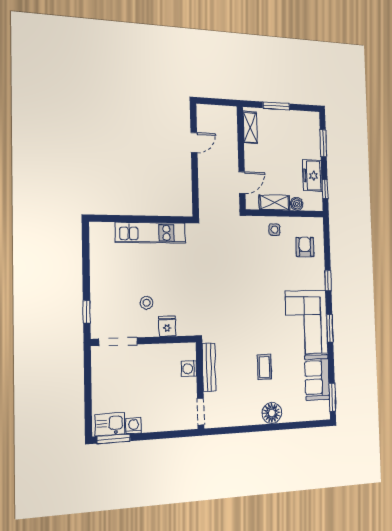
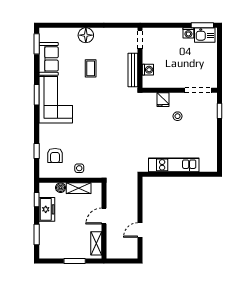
door: (242, 183) -> (104, 216), moved
window: (328, 281) -> (37, 151), moved

